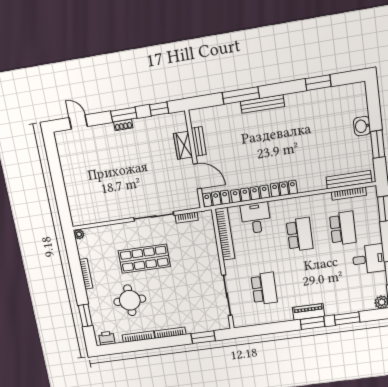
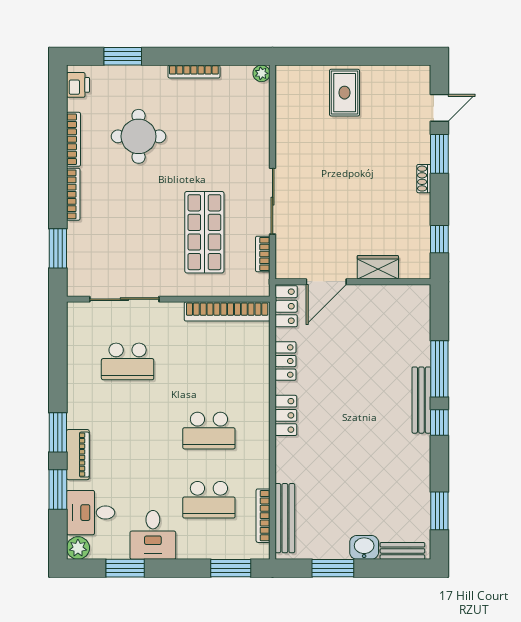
window: (318, 83) -> (439, 511), moved
window: (275, 90) -> (439, 423), added
window: (124, 115) -> (439, 154), moved
bench: (199, 141) -> (402, 551), moved
rug: (81, 183) -> (345, 93), added
locker: (250, 194) -> (285, 361), width x0.66
desk: (256, 218) -> (91, 513), moved, turned 180
shop shelf: (144, 259) -> (204, 232), moved
piano: (308, 312) -> (78, 455), moved

